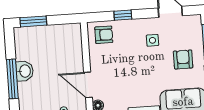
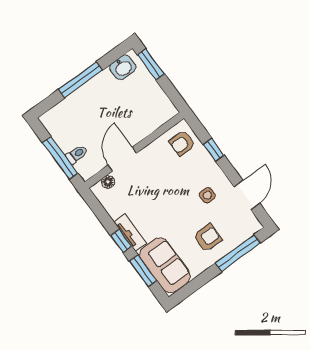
armchair: (104, 35) -> (182, 143), turned 90
washbasin: (25, 71) -> (123, 67), moved

